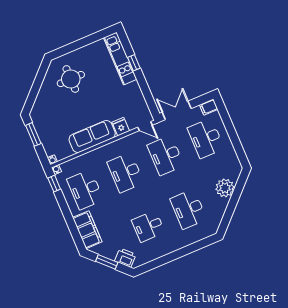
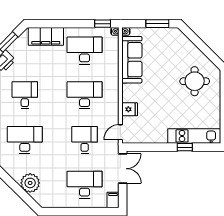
sofa: (92, 136) -> (132, 60), moved
desk: (166, 155) -> (85, 140), width x0.73

